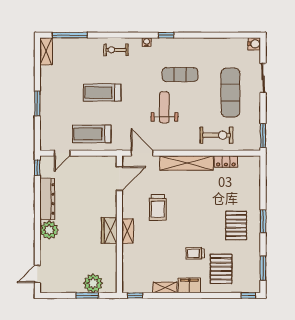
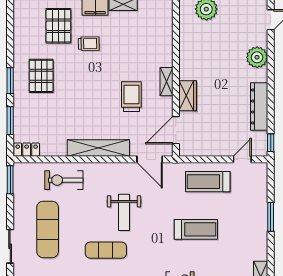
treadmill: (92, 134) -> (208, 182), turned 180
locker: (226, 162) -> (27, 150), moved
plant: (49, 230) -> (257, 57), moved
wardrobe: (109, 231) -> (188, 96), moved
shelving: (128, 231) -> (167, 82), moved
window: (263, 268) -> (10, 121), moved

